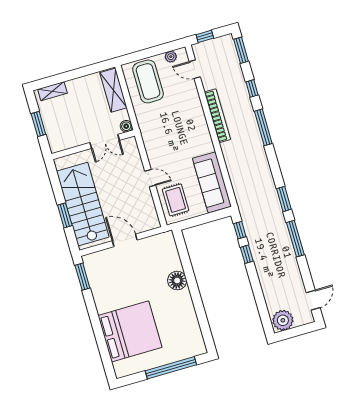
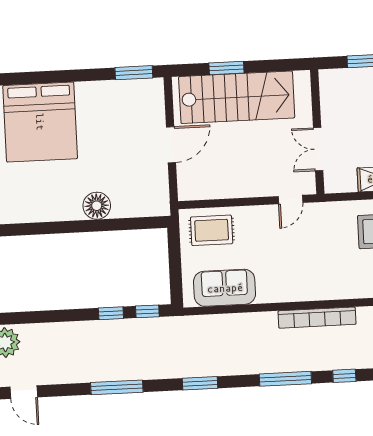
boiler: (126, 126) -> (333, 185), removed
door: (150, 178) -> (291, 200), moved
sofa: (212, 182) -> (225, 288), width x0.73
window: (284, 199) -> (200, 383), moved

